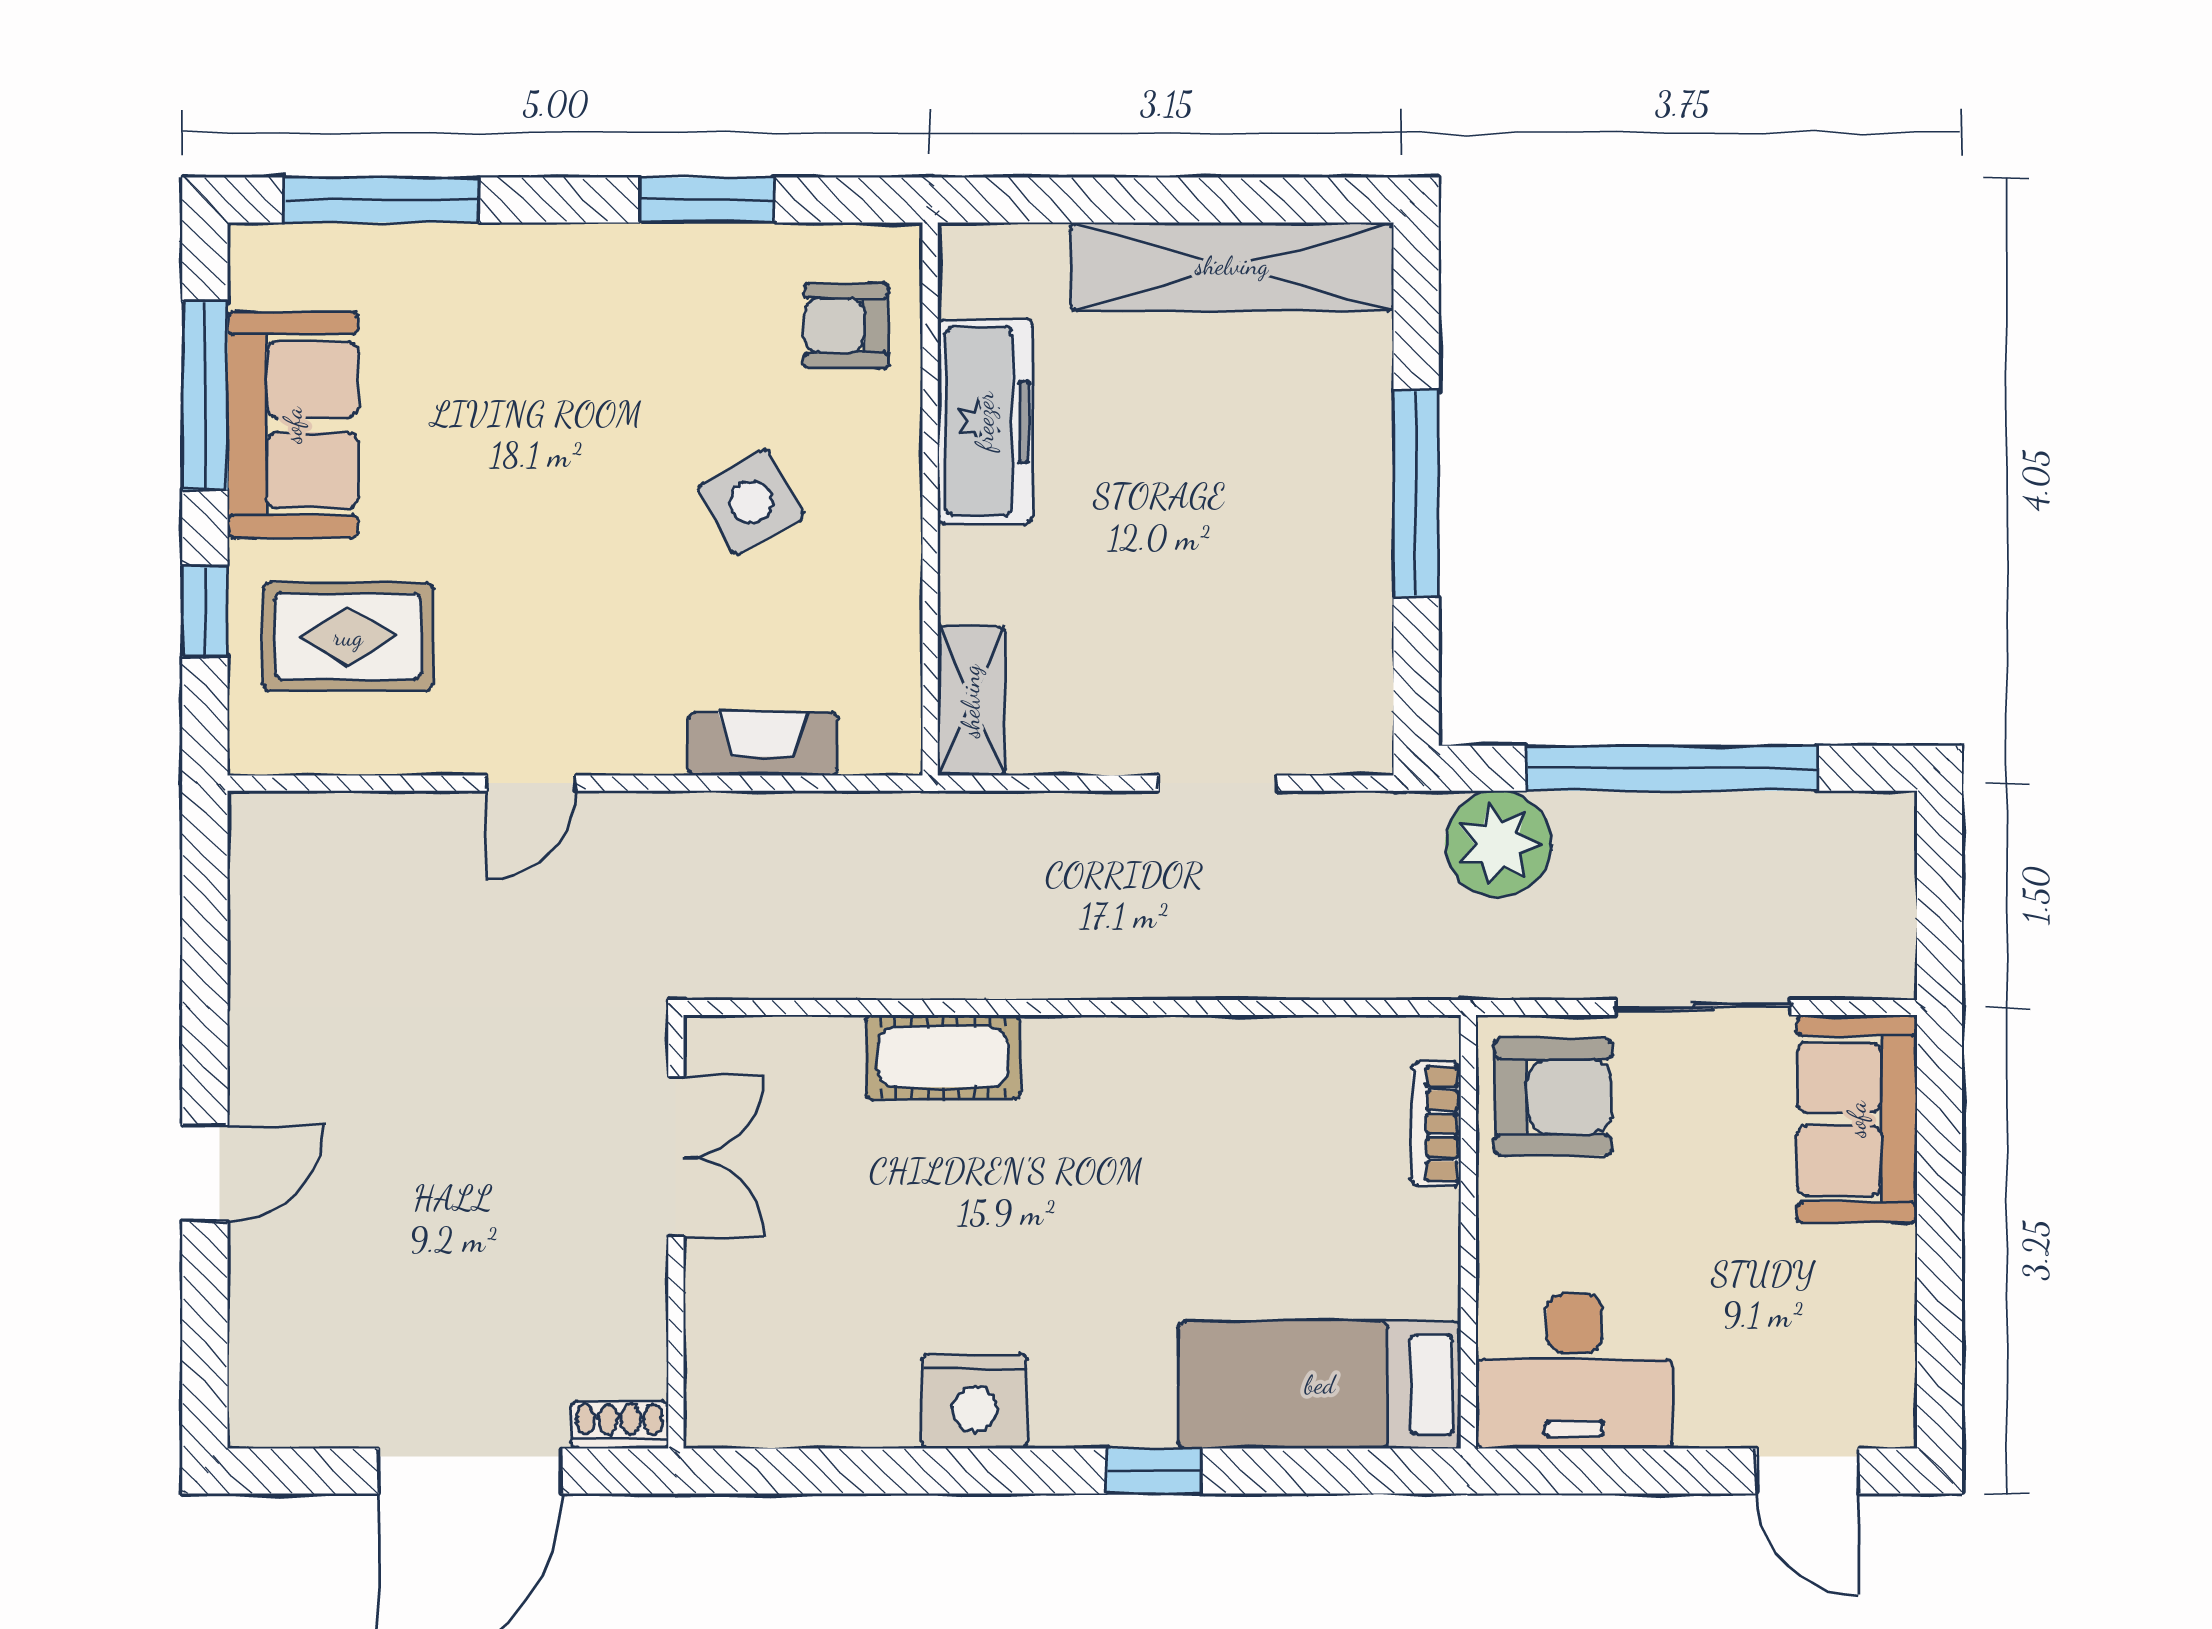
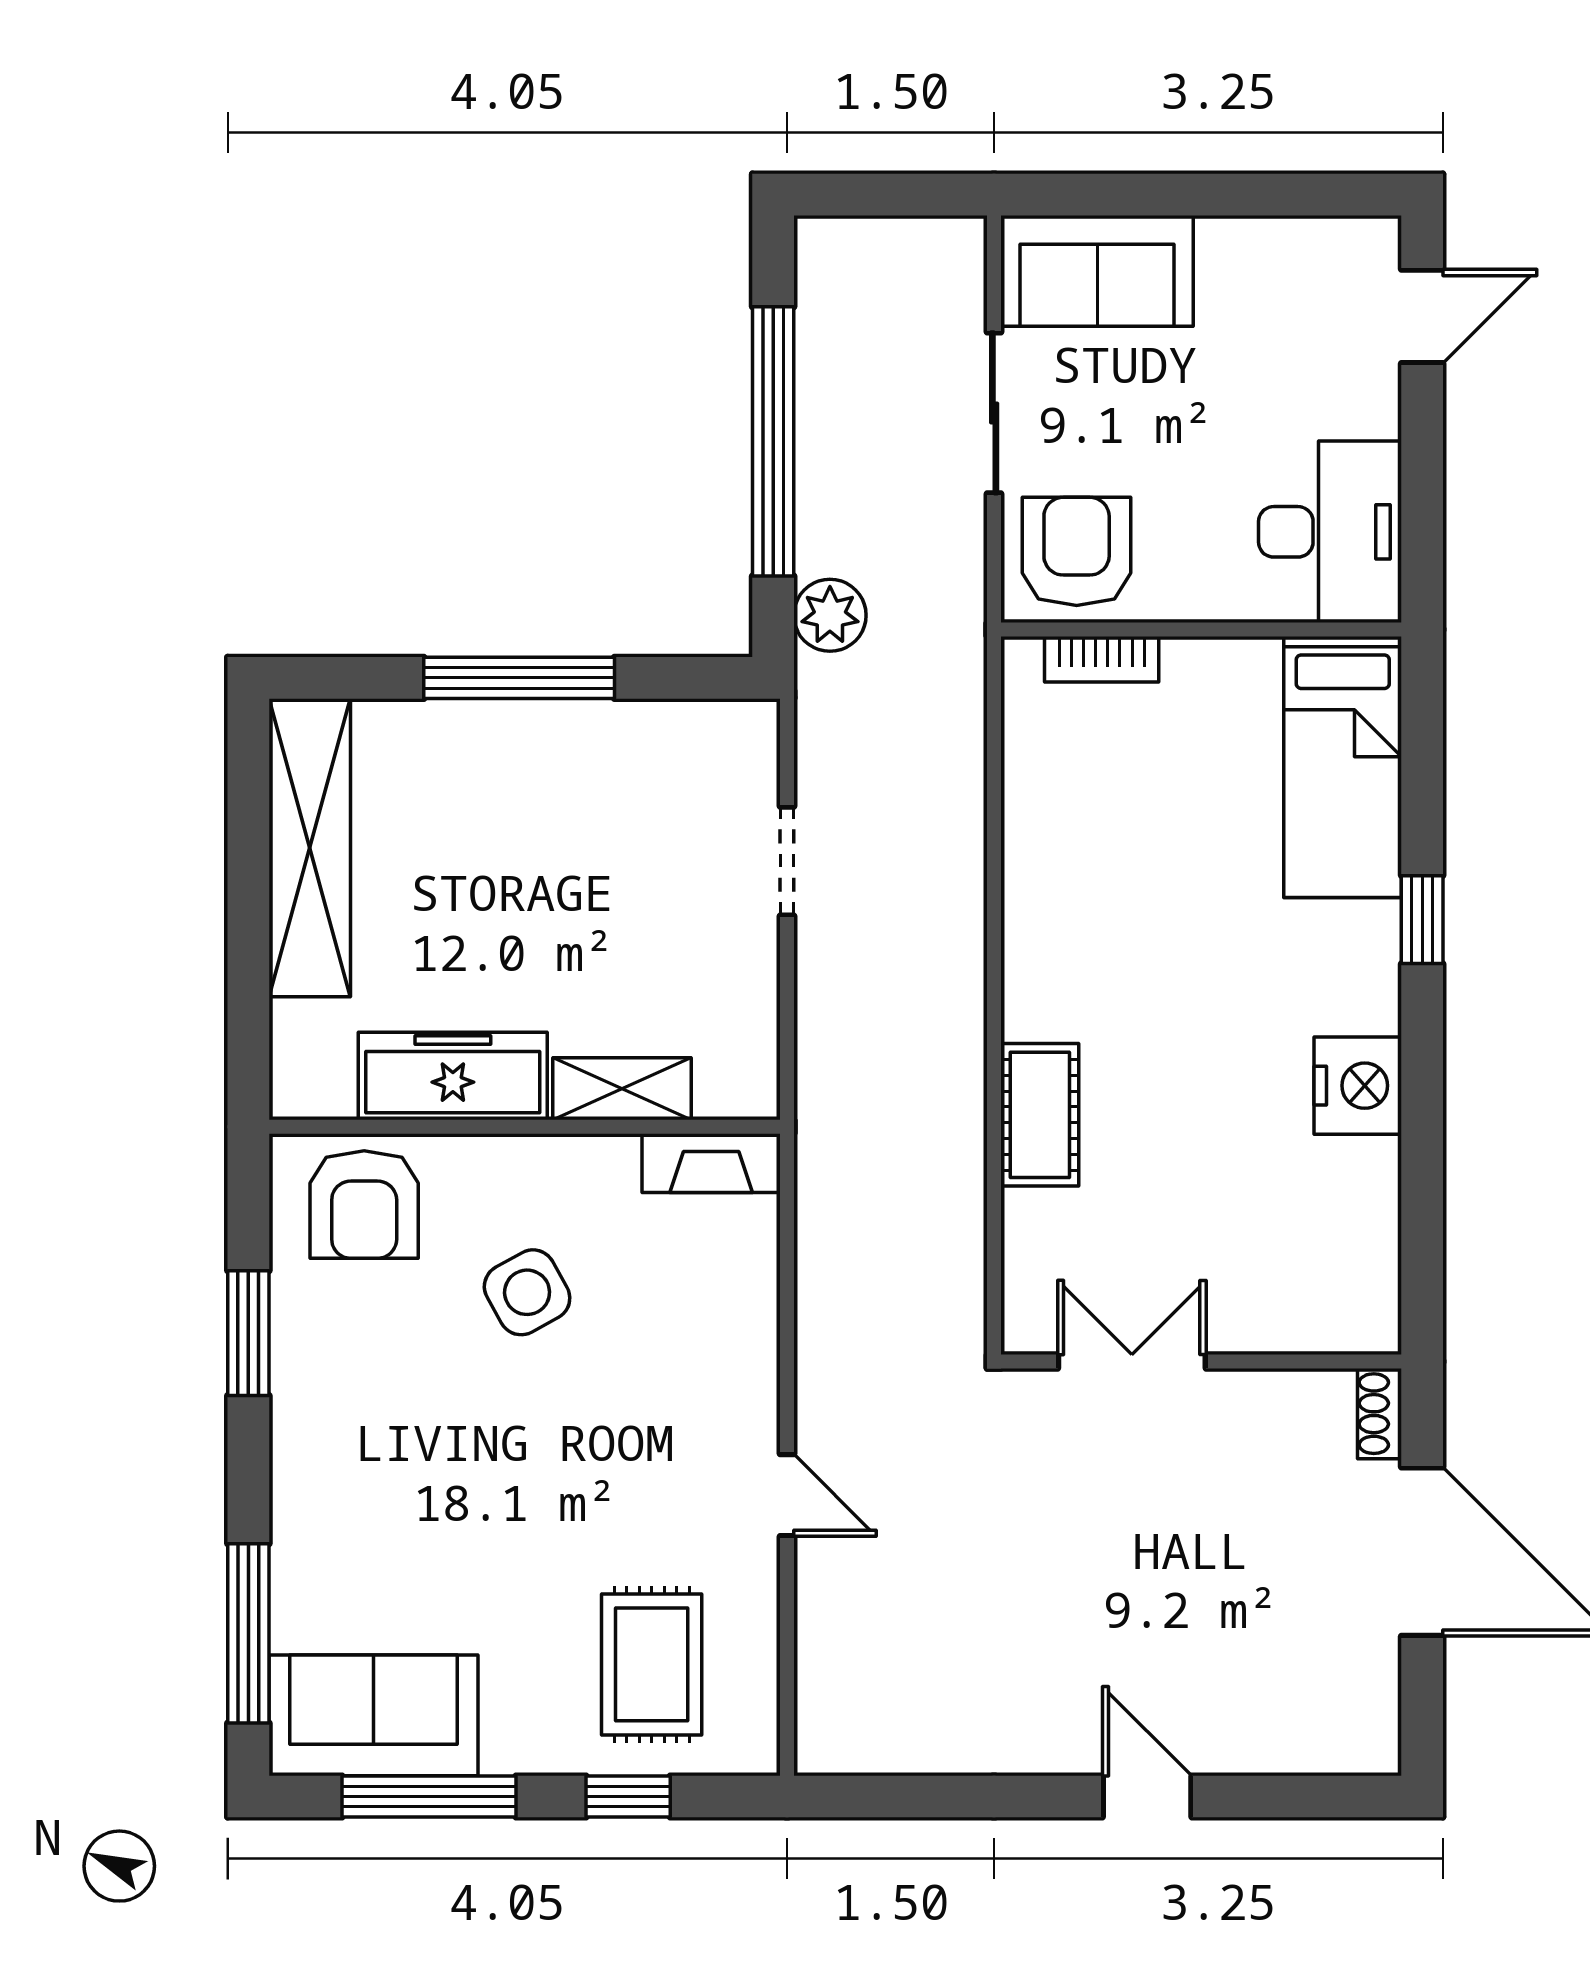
armchair: (846, 325) -> (364, 1205), width x1.38, depth x1.38
sofa: (293, 425) -> (374, 1715), moved
shelving: (971, 701) -> (622, 1089), moved
fireplace: (763, 744) -> (711, 1163), moved, turned -90
plant: (1498, 844) -> (830, 615), width x0.73, depth x0.73

